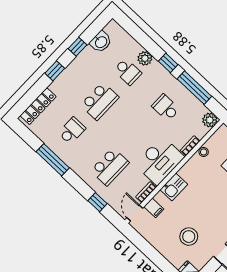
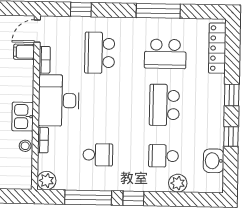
plant: (145, 58) -> (178, 183), moved
school desk: (72, 131) -> (165, 54), width x1.85
kitchen sink: (174, 187) -> (23, 117), moved
door: (135, 213) -> (37, 31), swing flipped

